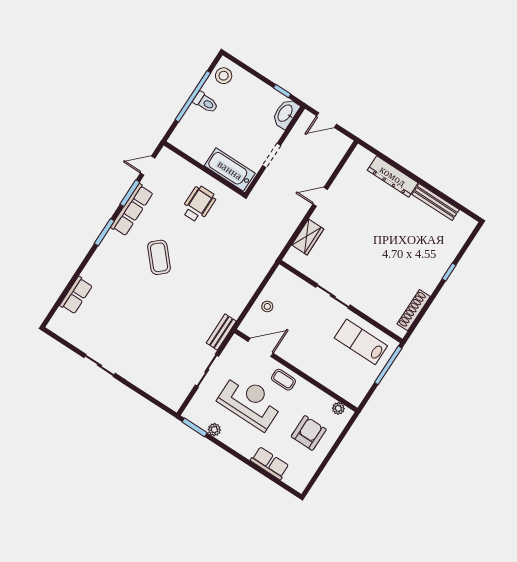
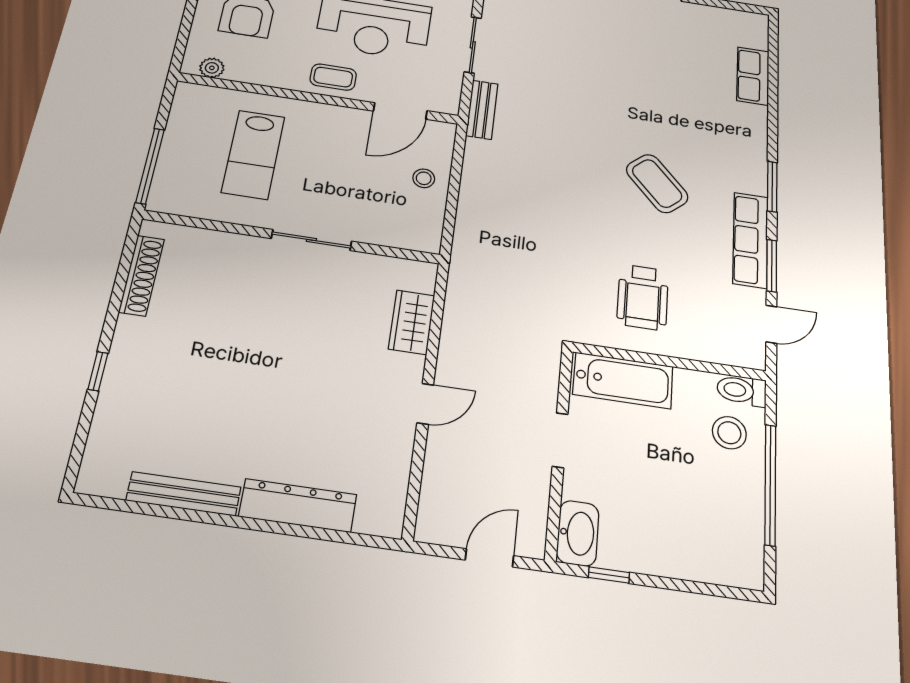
stool: (224, 76) -> (729, 433), moved
toilet: (206, 103) -> (742, 390), moved
lab bench: (361, 342) -> (253, 154), moved, turned 90

